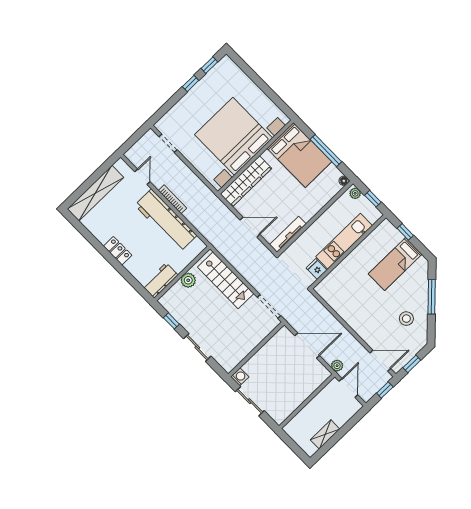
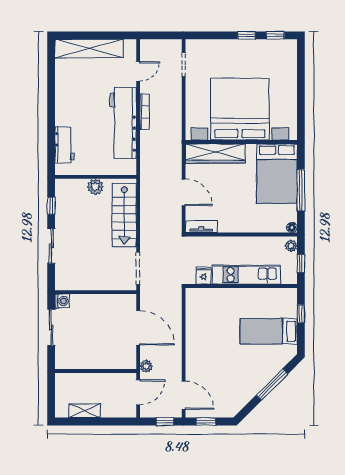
tv unit: (288, 234) -> (201, 227), width x0.71
locker: (118, 251) -> (63, 110), removed
workbench: (160, 280) -> (64, 145), moved, turned 90
stool: (406, 319) -> (236, 382), removed

